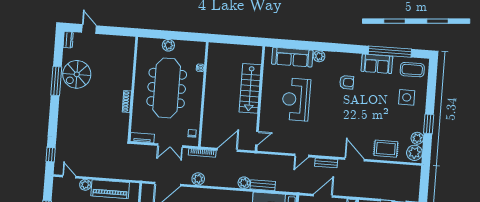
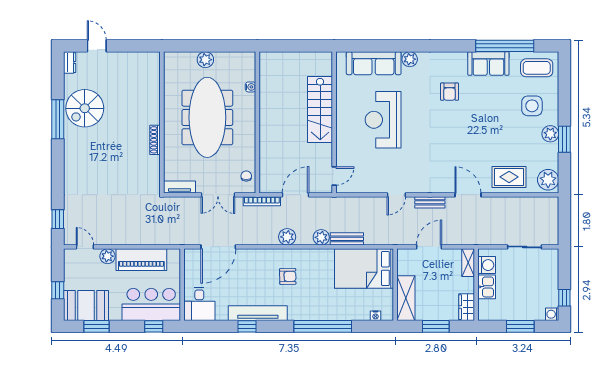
armchair: (347, 82) -> (449, 92), turned 90
plant: (417, 138) -> (550, 134), moved
plant: (198, 179) -> (287, 237), moved

